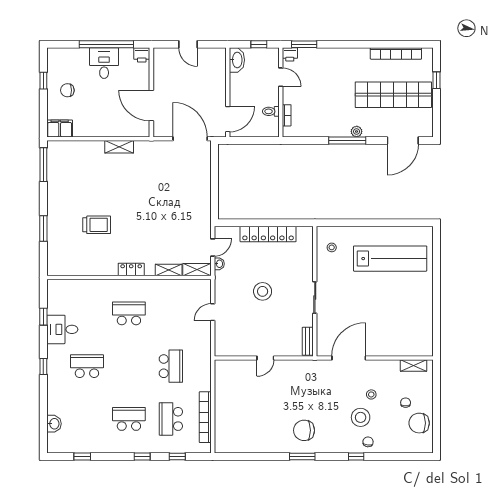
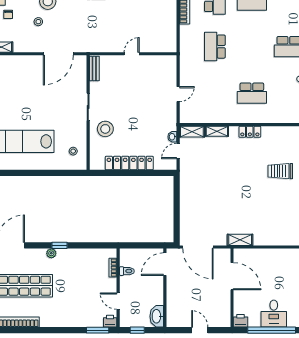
window: (347, 140) -> (60, 245), width x0.46
shelving: (119, 147) -> (240, 240), moved
stool: (263, 291) -> (105, 129), moved

